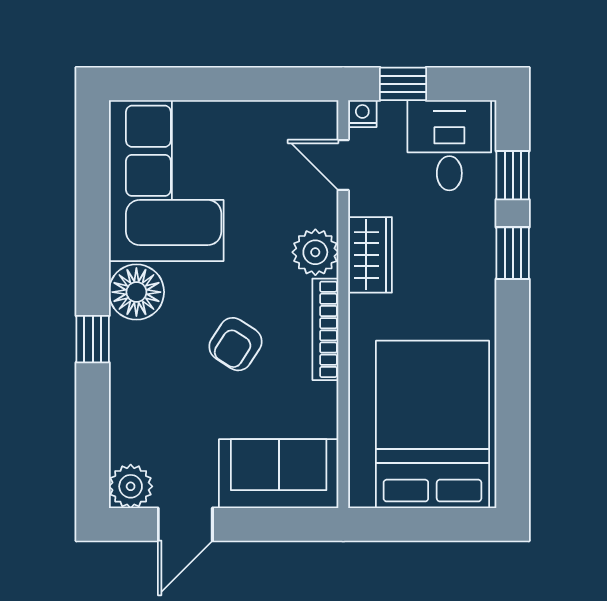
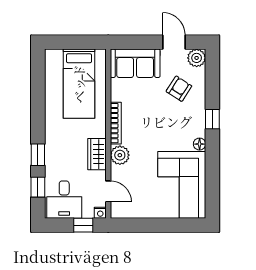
floor lamp: (136, 292) -> (200, 144), width x0.53, depth x0.53
armchair: (236, 344) -> (179, 89), moved
bed: (432, 424) -> (79, 84), width x0.67
door: (185, 524) -> (174, 42), hinge flipped

